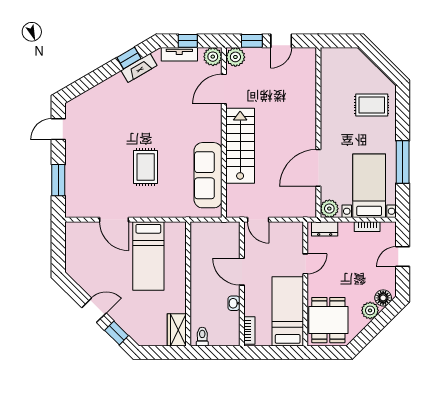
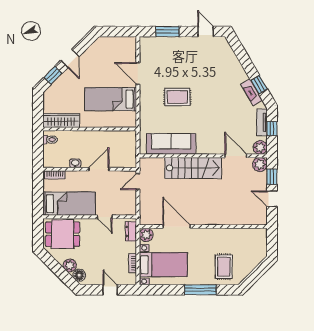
window: (403, 162) -> (200, 290), moved
door: (114, 220) -> (138, 73), hinge flipped
wardrobe: (177, 330) -> (61, 120), width x1.50

